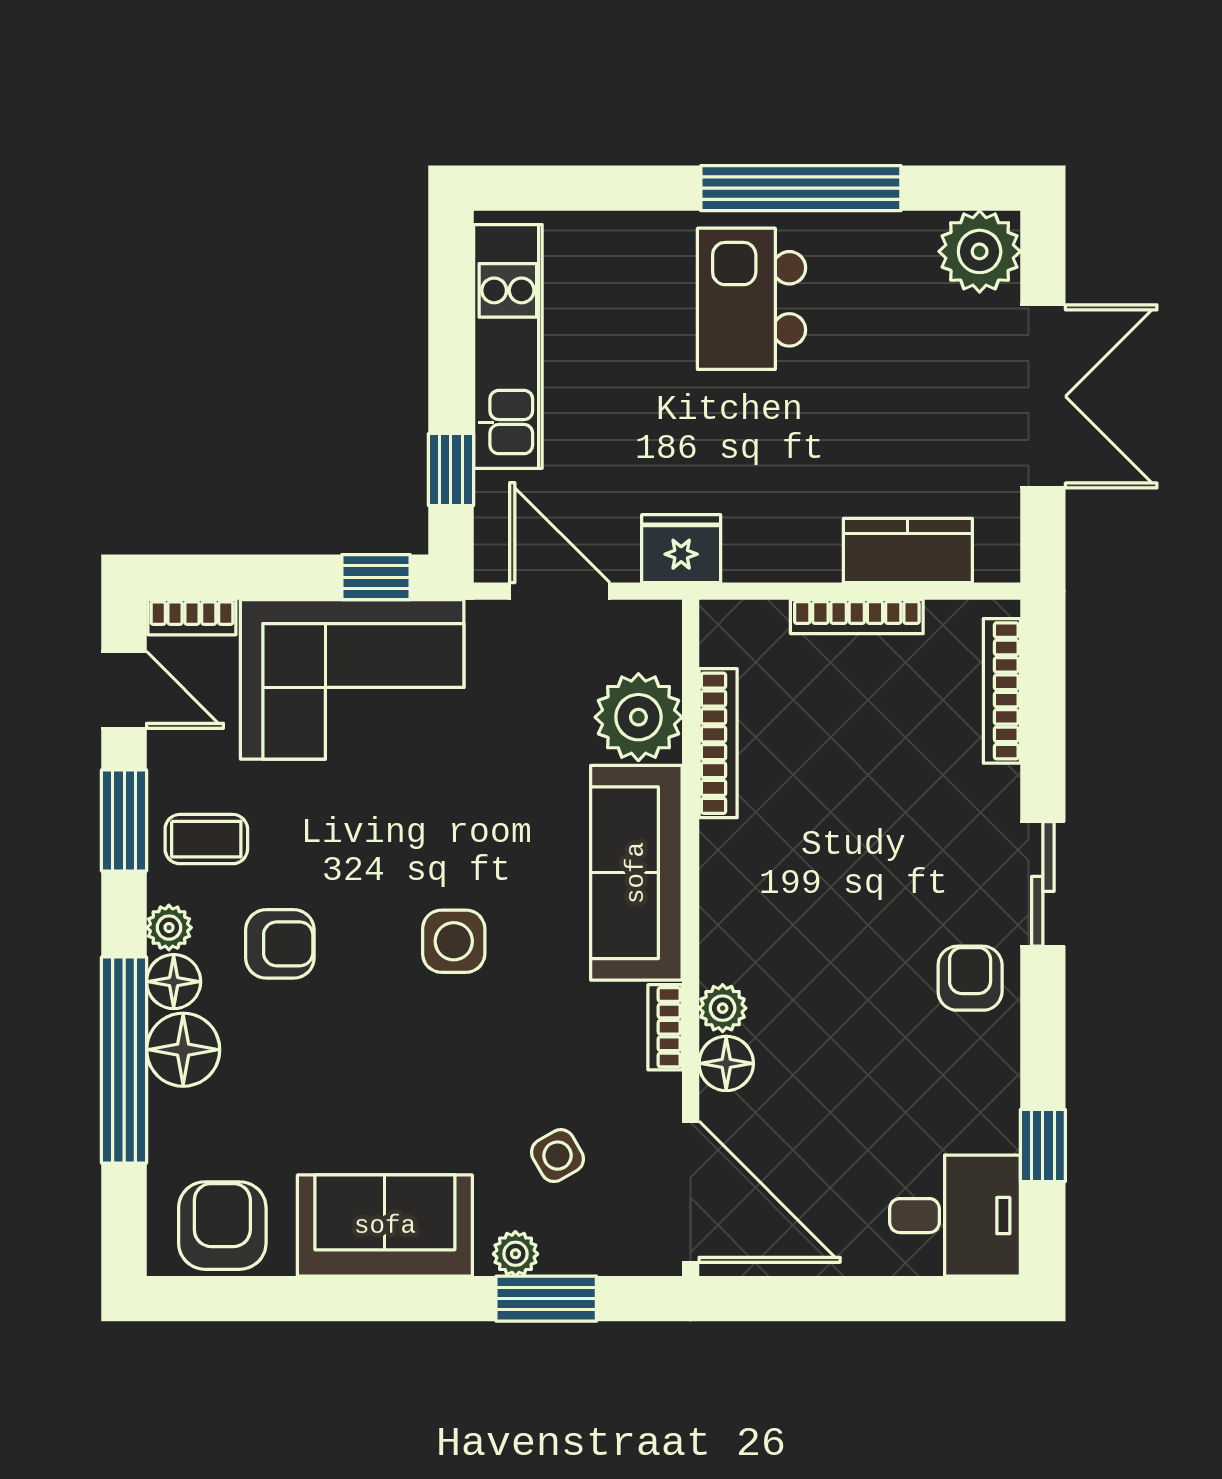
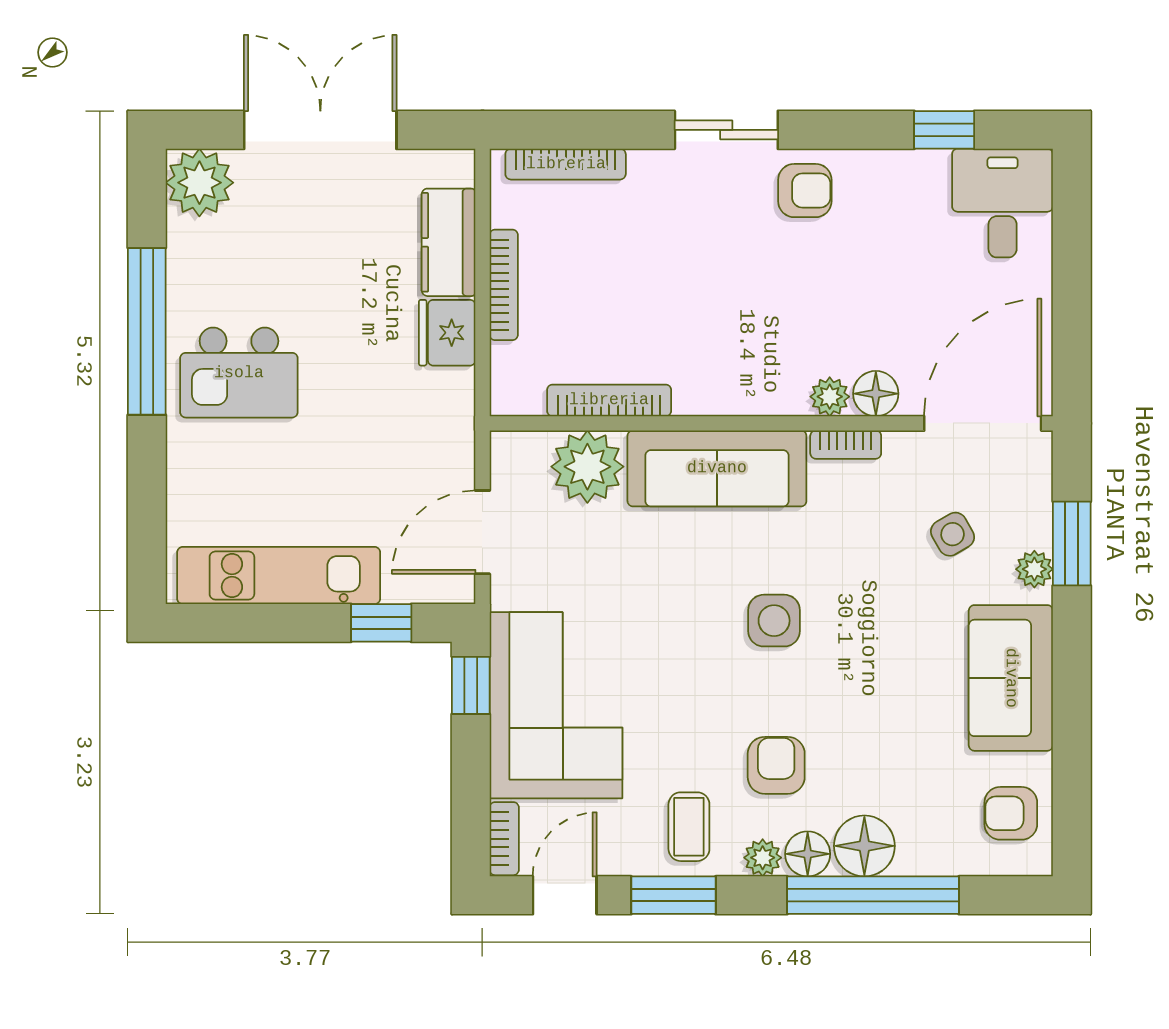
fridge: (681, 549) -> (447, 333), moved
armchair: (970, 978) -> (805, 191), turned 180
armchair: (222, 1226) -> (1011, 813), width x0.72, depth x0.72

